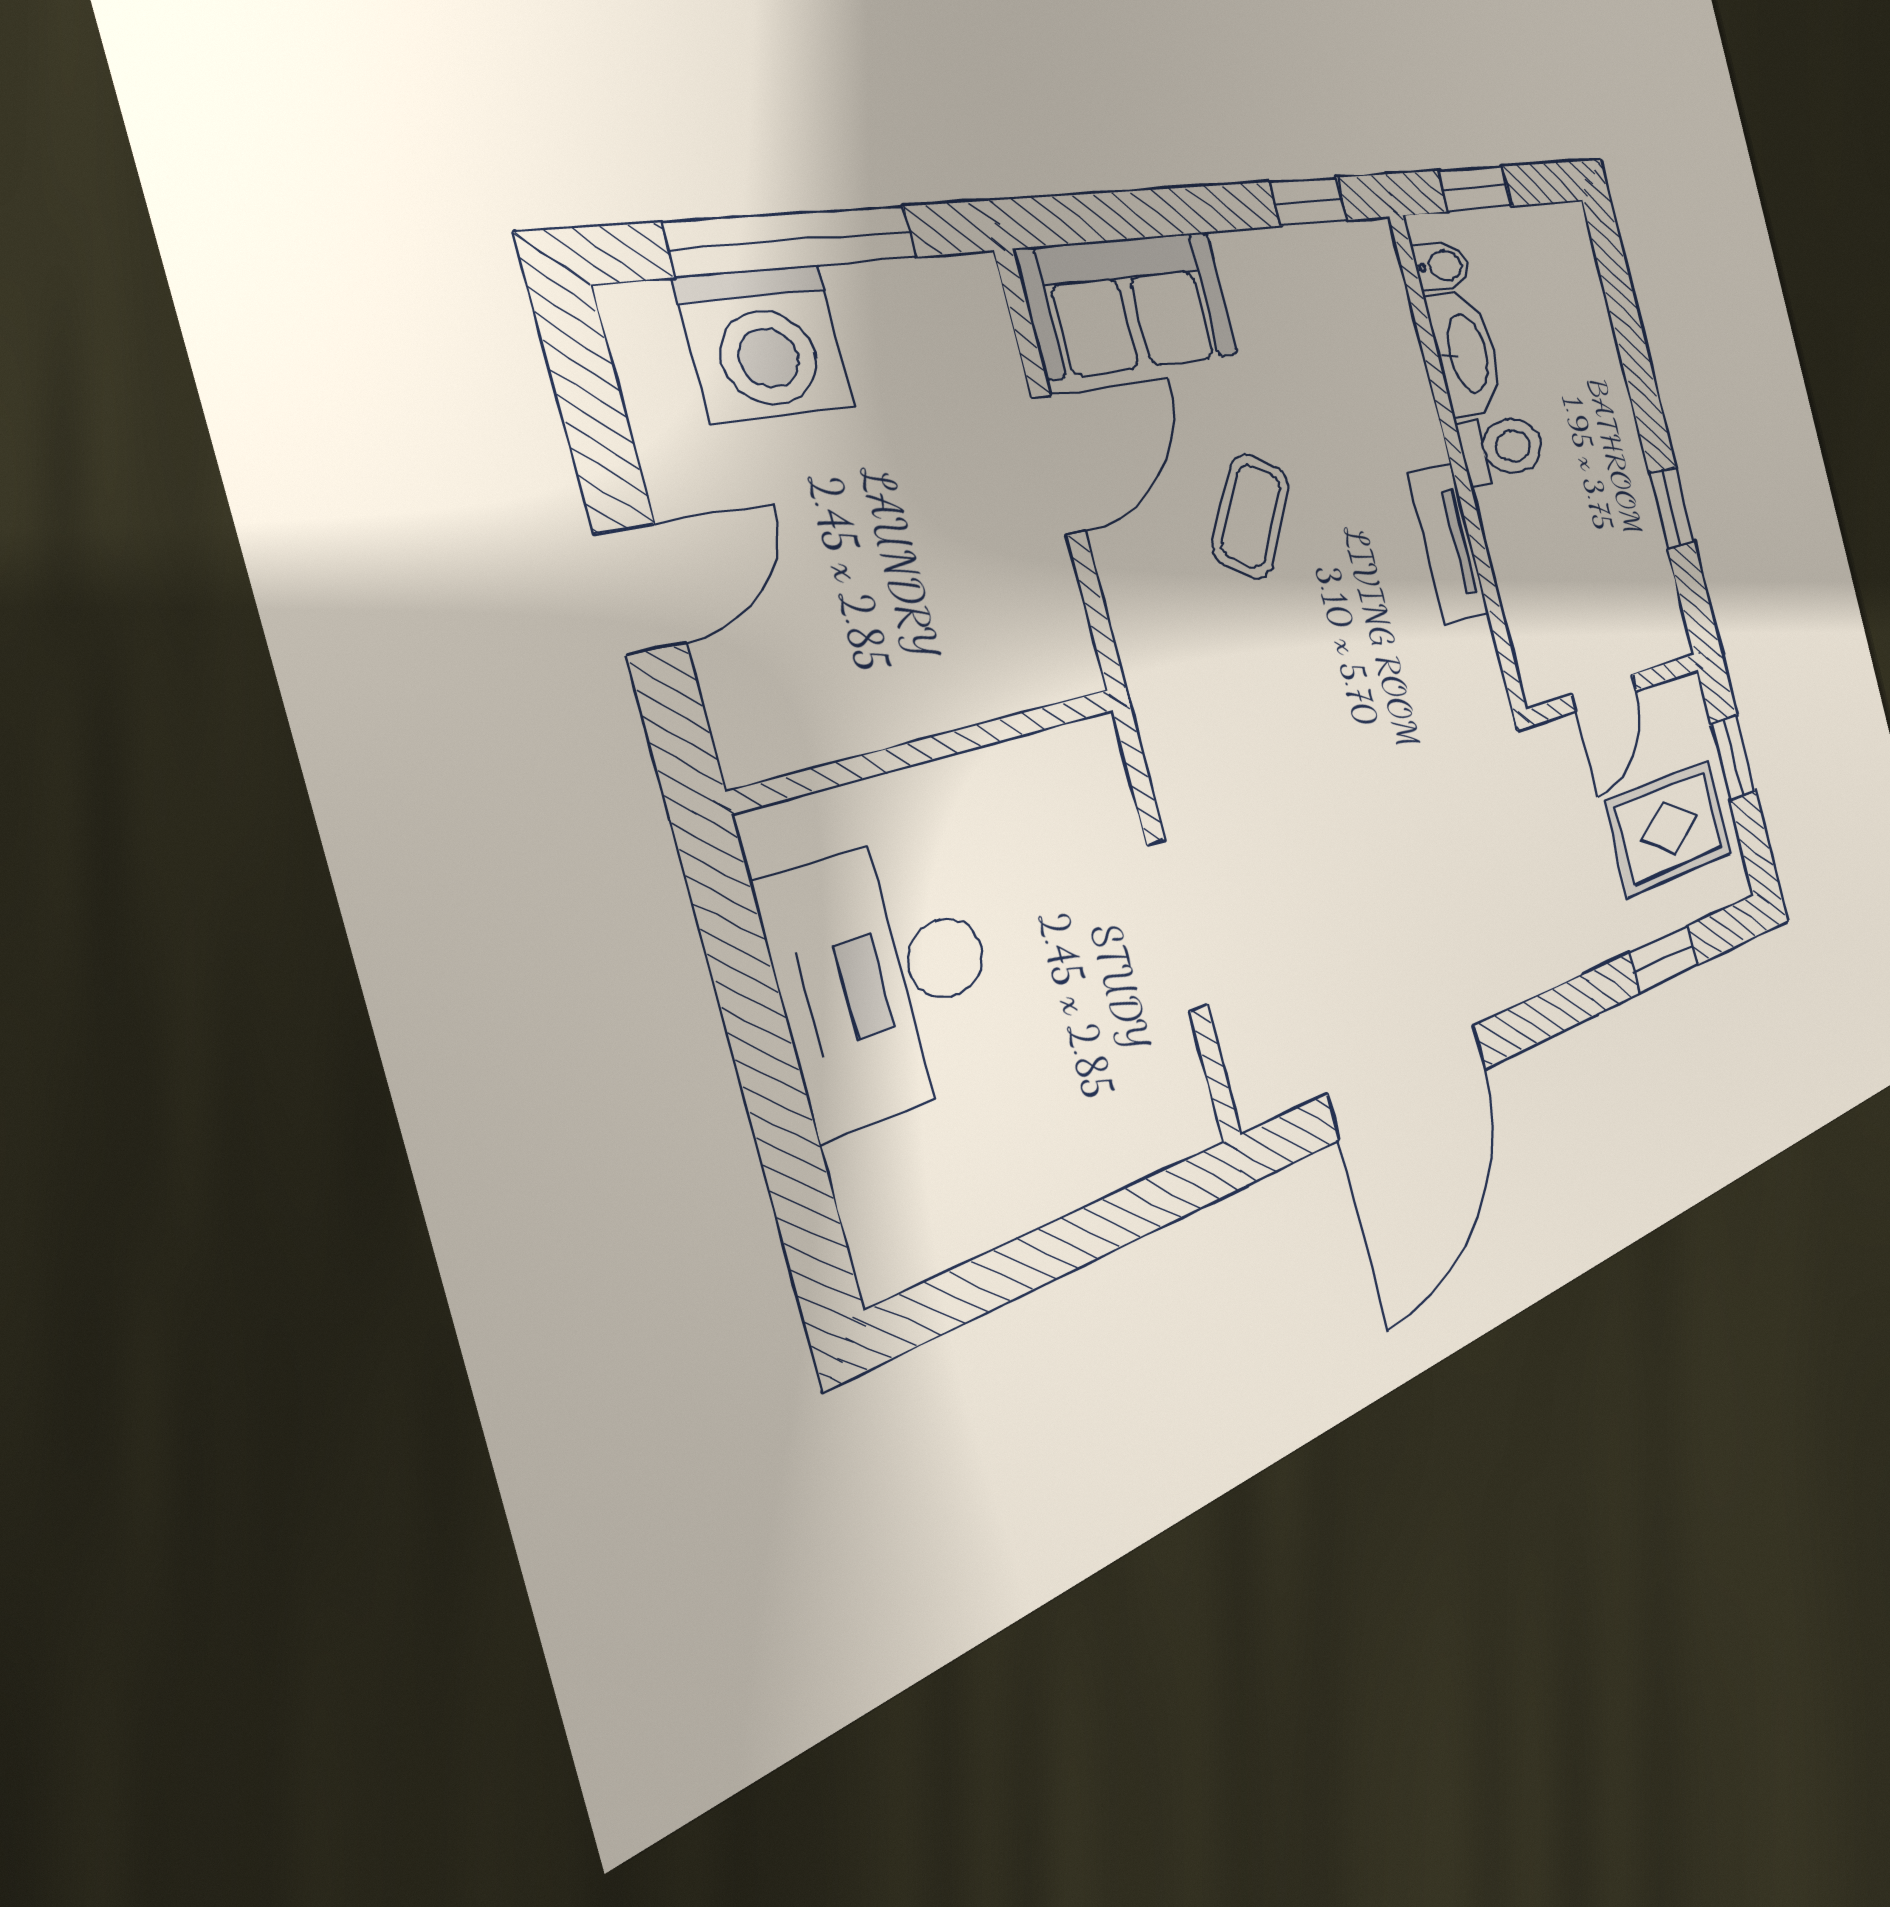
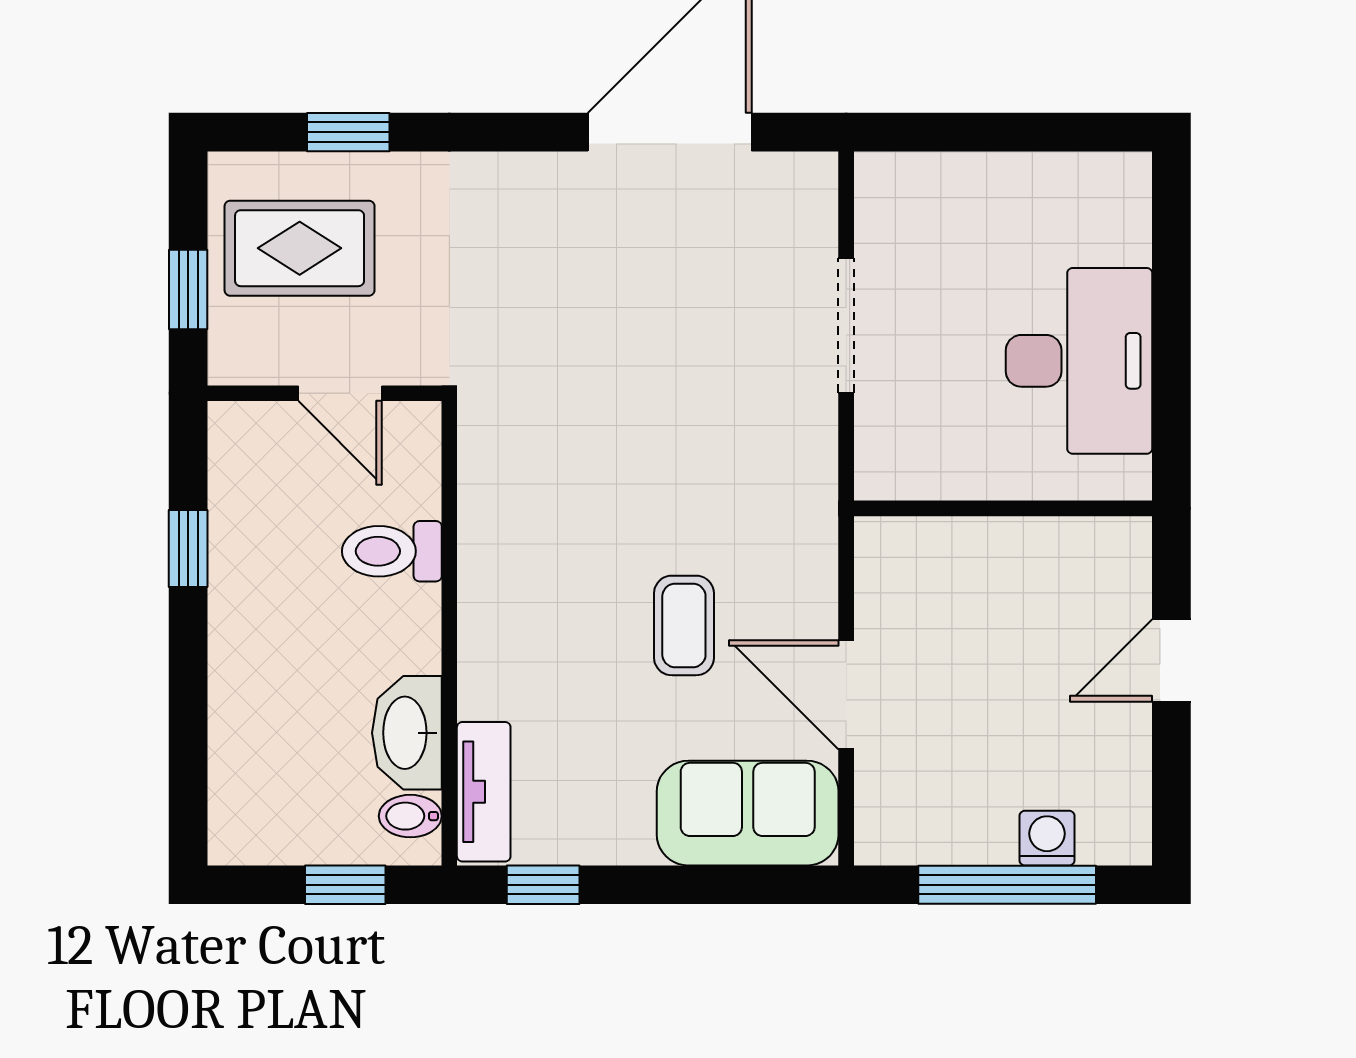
washing machine: (765, 343) -> (1047, 838), width x0.53, depth x0.53
toilet: (1502, 448) -> (392, 551), moved
door: (1059, 465) -> (846, 695), hinge flipped
coffee table: (1251, 517) -> (684, 625), turned -31
tv unit: (1448, 544) -> (484, 792), moved
door: (1604, 693) -> (340, 393), swing flipped

